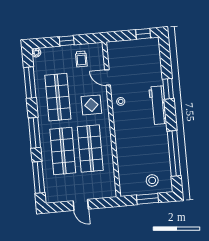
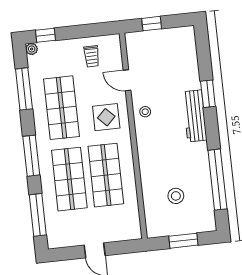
window: (143, 34) -> (152, 24), moved
window: (67, 41) -> (45, 35), moved
stool: (152, 180) -> (176, 196), moved

